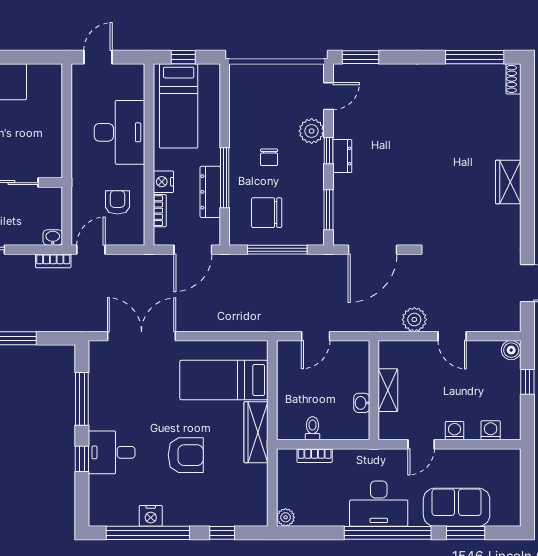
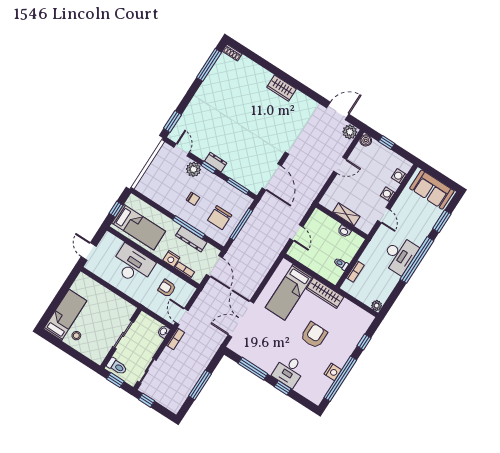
plant: (414, 320) -> (350, 132), moved
sofa: (457, 507) -> (432, 190), moved, turned -90

